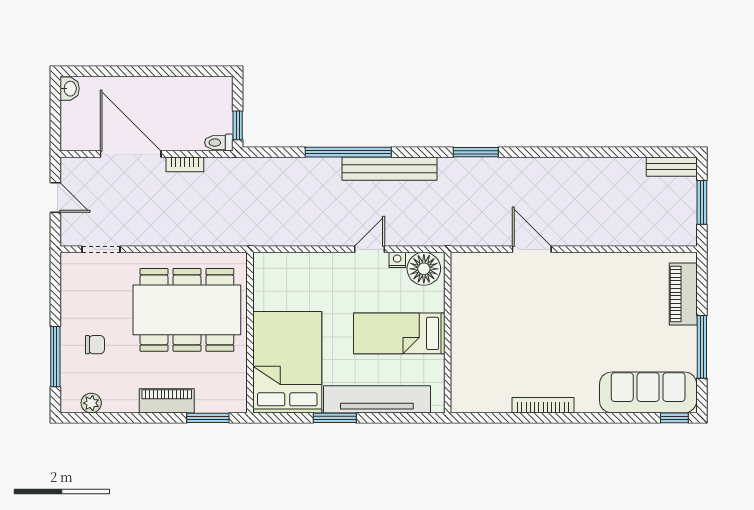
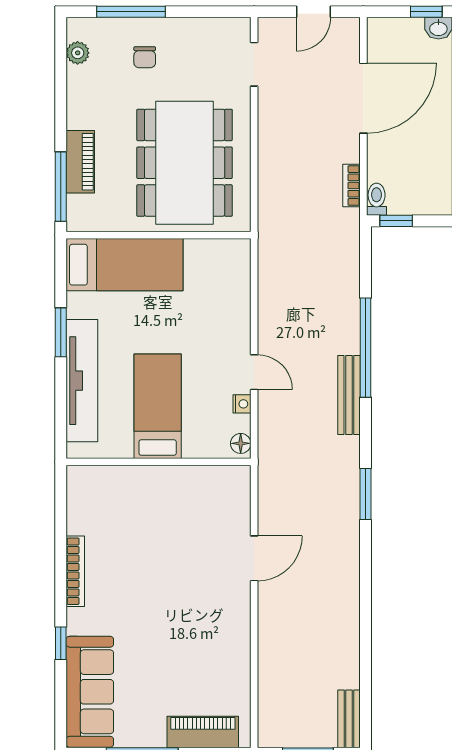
window: (55, 99) -> (426, 12), added
bookcase: (185, 164) -> (351, 186), moved
bench: (389, 169) -> (349, 395), width x0.73, depth x0.82
floor lamp: (424, 269) -> (241, 443), width x0.53, depth x0.53
bed: (287, 362) -> (125, 265), width x0.67
piano: (167, 401) -> (80, 162), moved
window: (208, 418) -> (61, 187), width x1.44
window: (674, 418) -> (61, 643), moved

